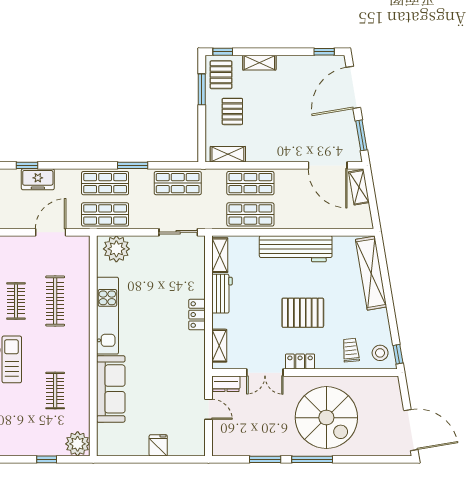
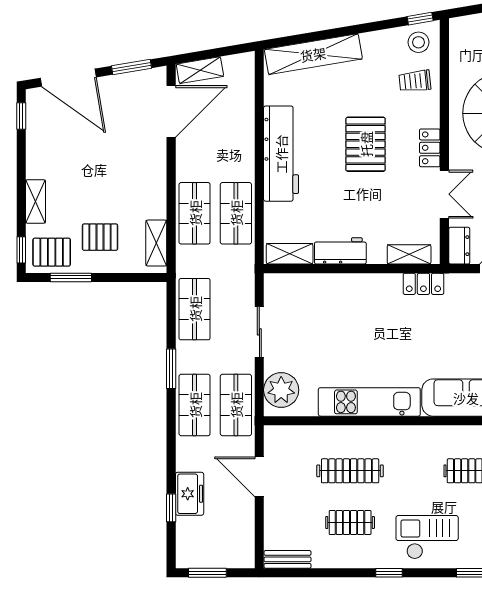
sliding door: (178, 232) -> (259, 332), moved
locker: (197, 315) -> (423, 284), moved

